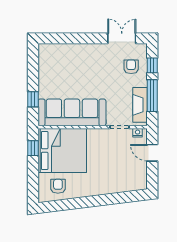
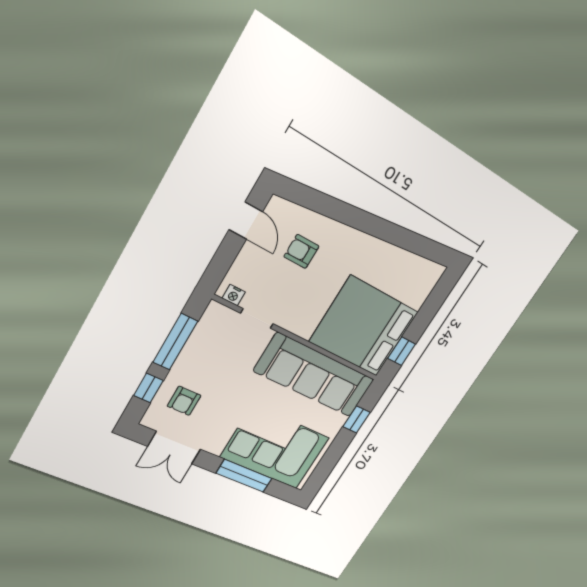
window: (76, 38) -> (244, 476), added
corner sofa: (69, 62) -> (275, 447), added
fireplace: (140, 105) -> (204, 337), removed
door: (152, 153) -> (246, 221), moved
armchair: (58, 186) -> (301, 251), moved, turned 90

